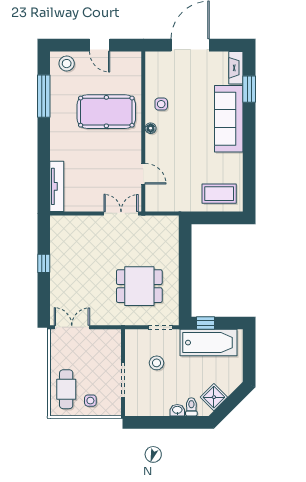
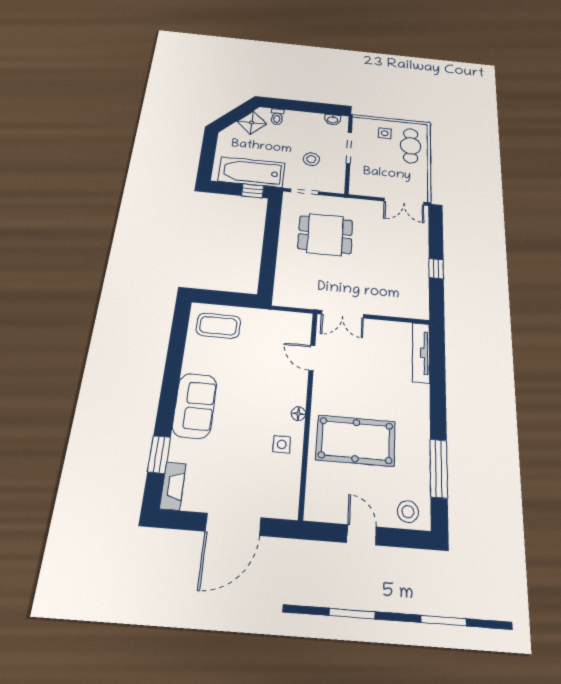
sofa: (229, 119) -> (195, 406), width x0.73
washbasin: (177, 410) -> (333, 120), moved

